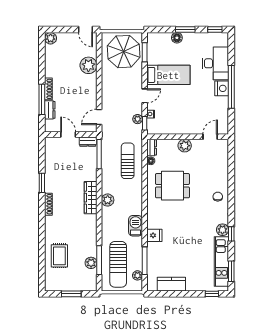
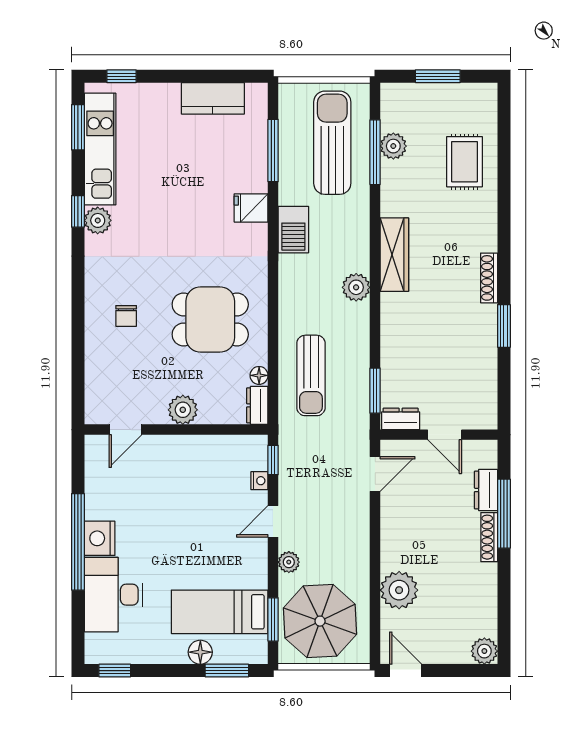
window: (185, 30) -> (227, 671), moved
bed: (168, 75) -> (220, 612), moved
plant: (138, 119) -> (289, 562), moved
window: (99, 154) -> (375, 391), width x0.69
chair: (218, 197) -> (126, 316), moved
wardrobe: (91, 198) -> (394, 255), moved
plant: (137, 275) -> (289, 118), removed

